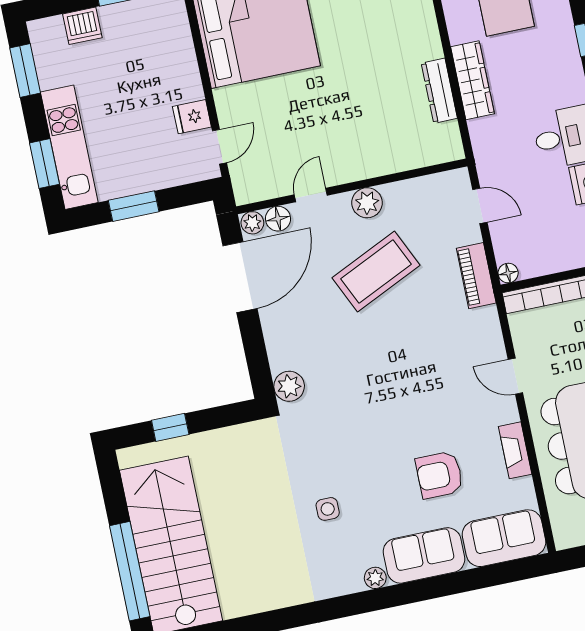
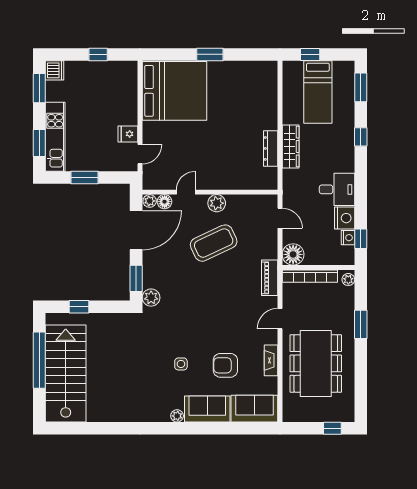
dishwasher: (82, 26) -> (55, 70), moved, turned -90
floor lamp: (508, 273) -> (293, 254), width x1.89, depth x1.89
piano: (476, 276) -> (270, 278), moved
window: (257, 359) -> (136, 278), added
door: (515, 376) -> (280, 319), hinge flipped
side table: (328, 509) -> (181, 364), moved
window: (130, 571) -> (39, 360), moved

